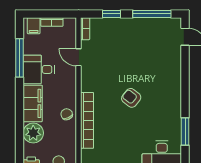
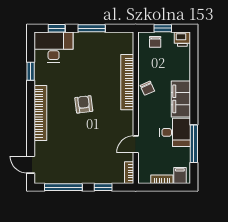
door: (79, 57) -> (136, 144), swing flipped
bookcase: (175, 89) -> (40, 113), added
armchair: (131, 98) -> (84, 104), turned -135
window: (185, 131) -> (31, 71), width x0.67
plant: (33, 133) -> (180, 70), removed

